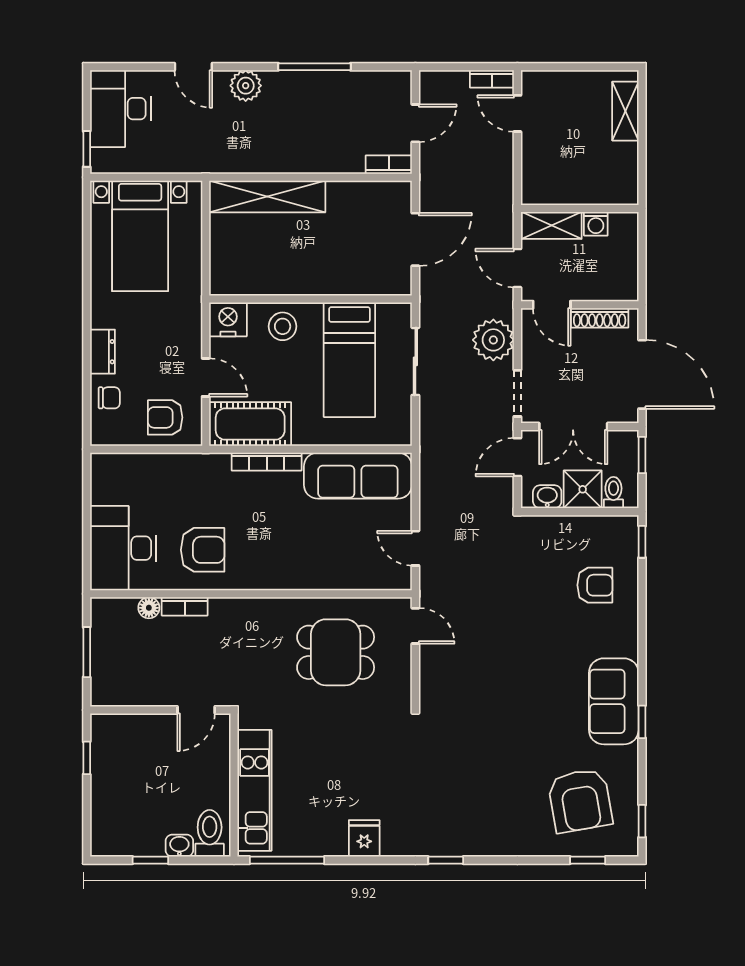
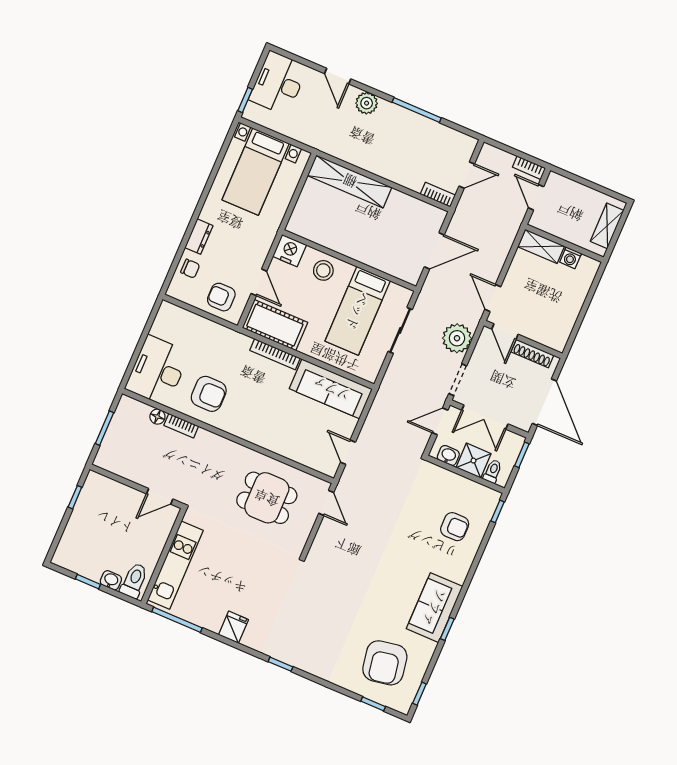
wall: (580, 208) -> (564, 243), moved
washing machine: (596, 224) -> (571, 258), moved
shelving: (552, 225) -> (541, 247), moved

